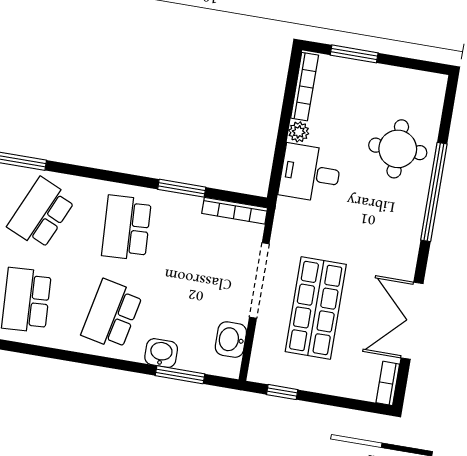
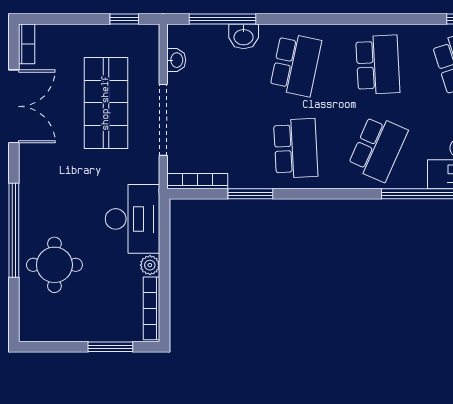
desk: (310, 173) -> (132, 219), width x1.37
washbasin: (231, 340) -> (176, 60), width x0.72, depth x0.69
window: (180, 375) -> (223, 19), width x1.44

